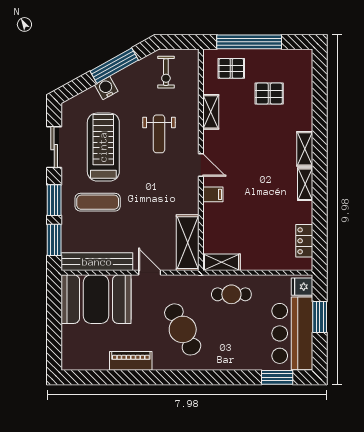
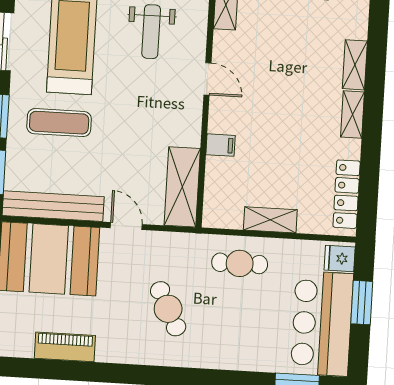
filing cabinet: (213, 194) -> (221, 145), moved
locker: (304, 241) -> (347, 194), width x1.53
shelving: (222, 262) -> (270, 220), moved
cafe table: (183, 329) -> (168, 309), width x0.73, depth x0.74
piano: (131, 361) -> (65, 347), moved

